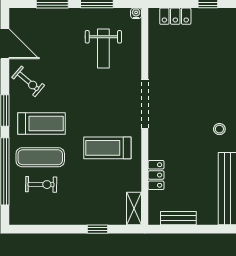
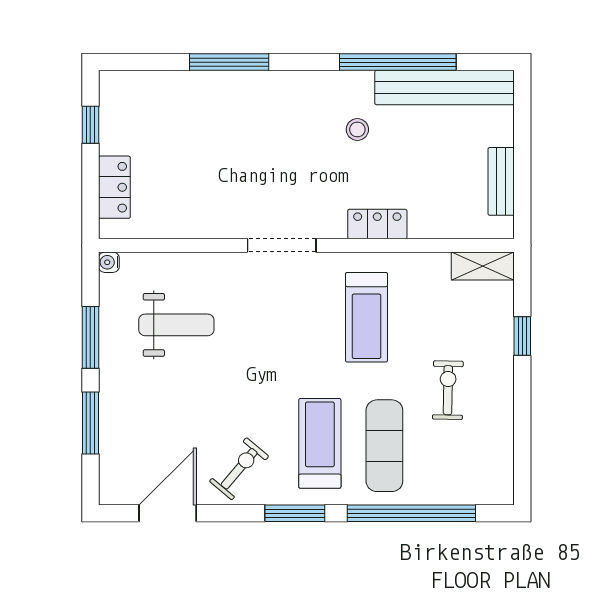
doorway: (145, 104) -> (282, 245), width x0.73
stool: (219, 129) -> (357, 129), moved
locker: (156, 175) -> (377, 224), moved
exercise bike: (41, 184) -> (448, 390), moved

